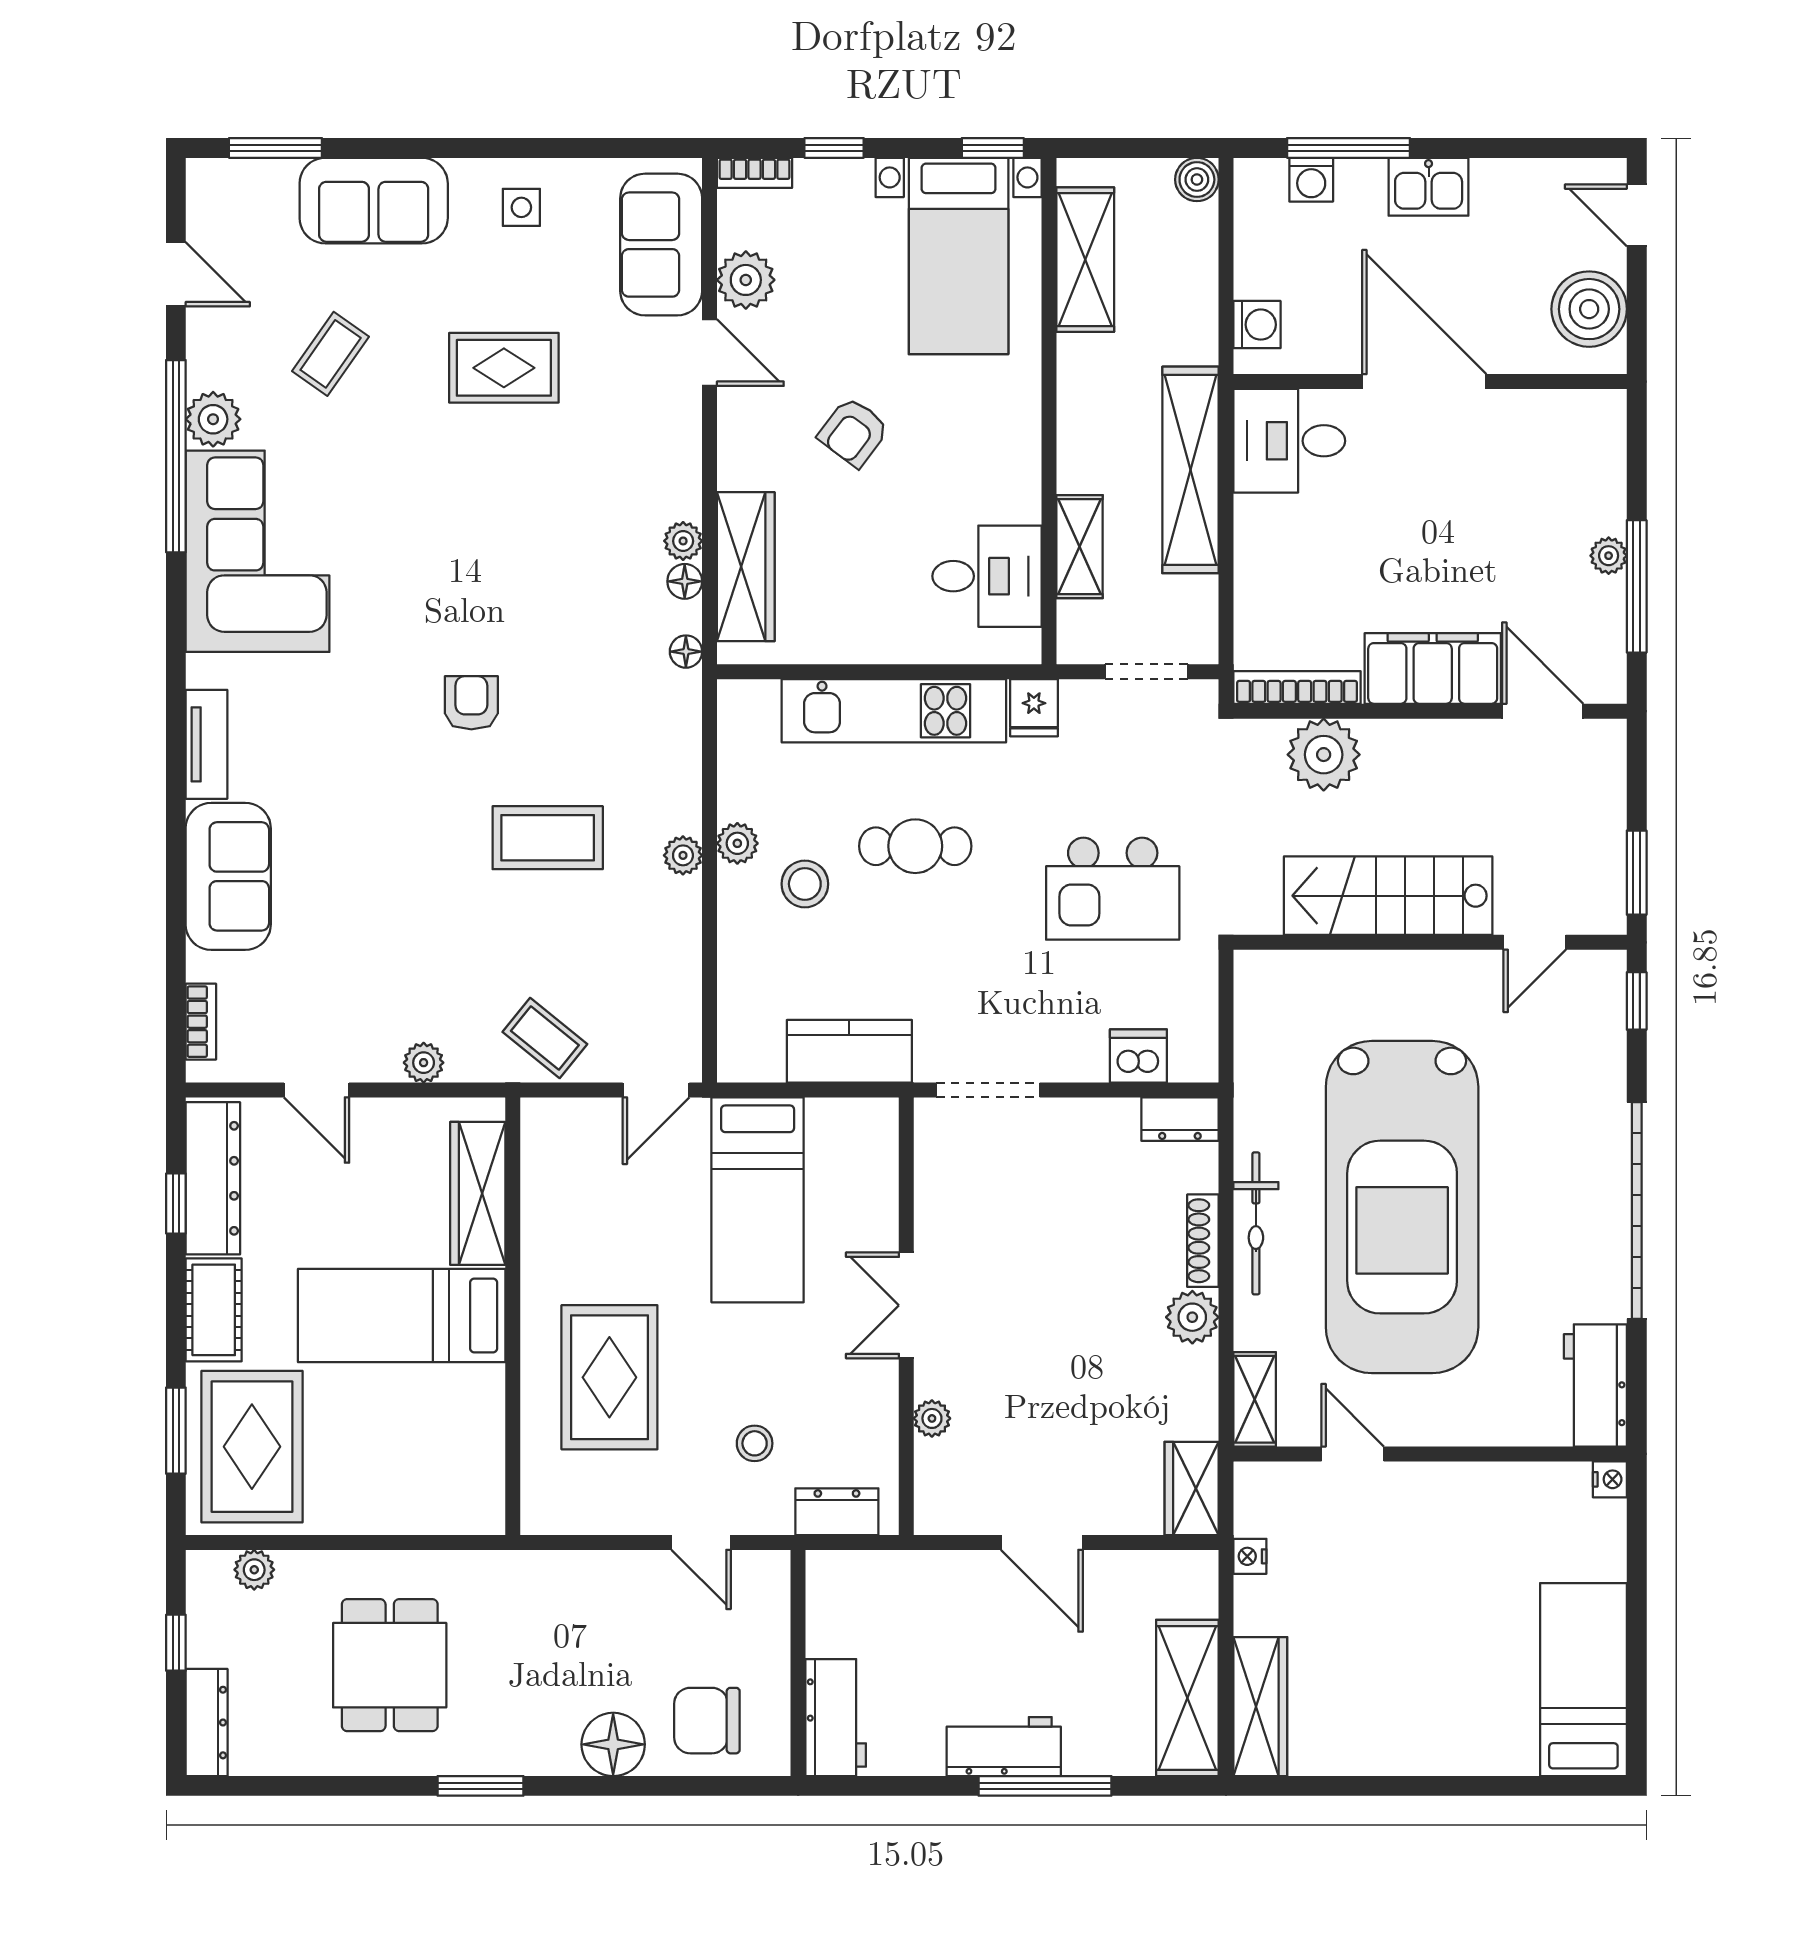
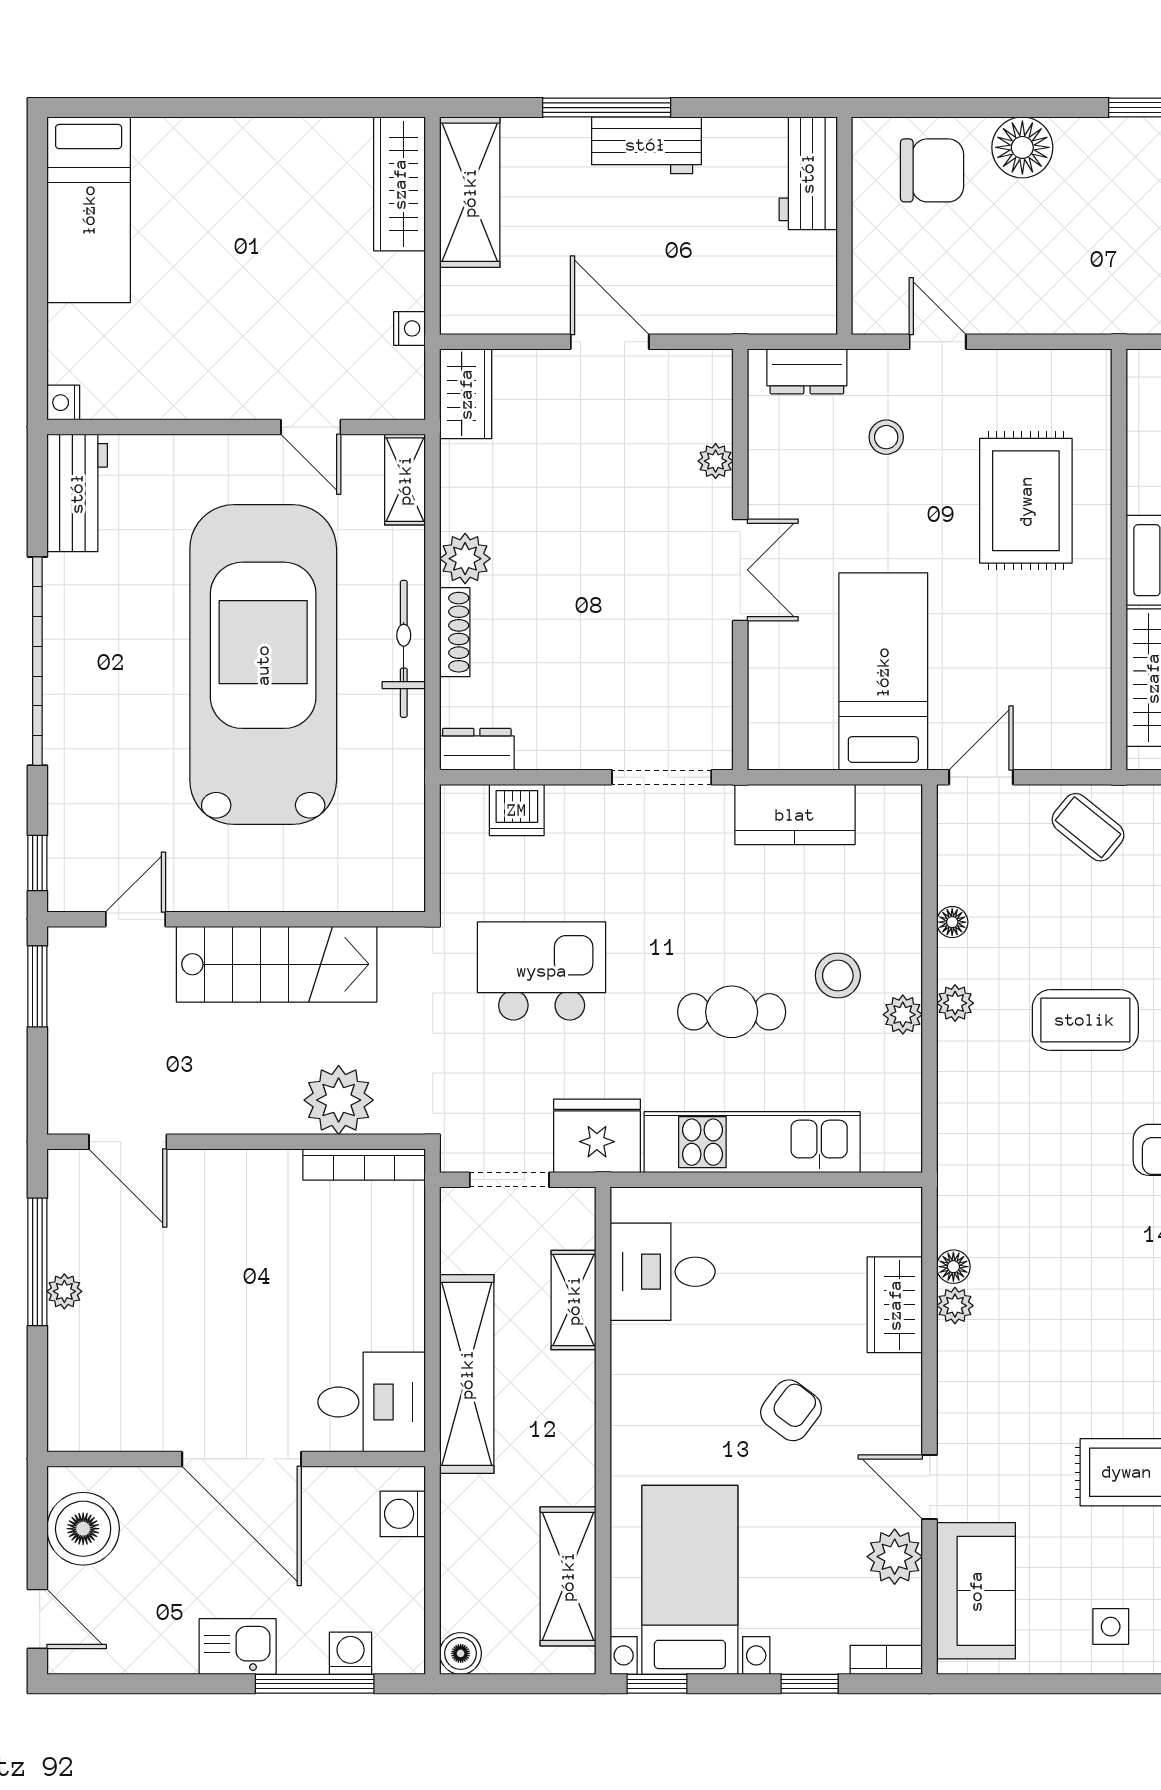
wardrobe: (746, 567) -> (895, 1305), width x0.67
floor lamp: (686, 652) -> (952, 922), moved
filing cabinet: (1433, 668) -> (234, 1183), removed
fridge: (1034, 708) -> (597, 1136), width x1.88, depth x1.34

